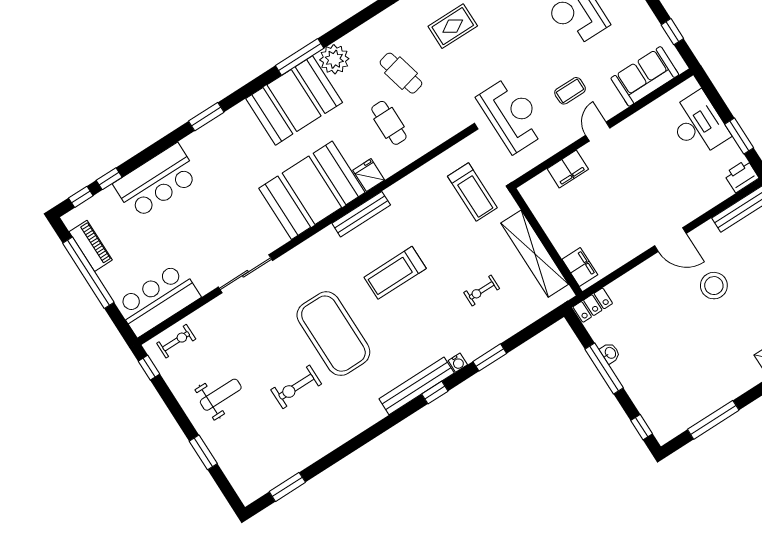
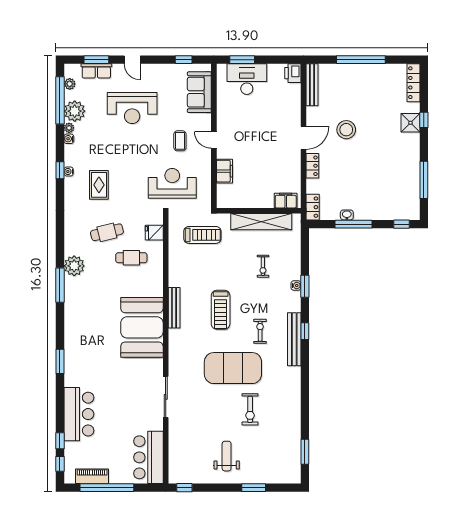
booth: (294, 100) -> (83, 304), removed
window: (739, 136) -> (242, 60), moved
fridge: (369, 175) -> (154, 233), moved
locker: (643, 272) -> (312, 166), added
exercise bike: (176, 341) -> (260, 331), moved
water cooler: (458, 363) -> (296, 286), moved

